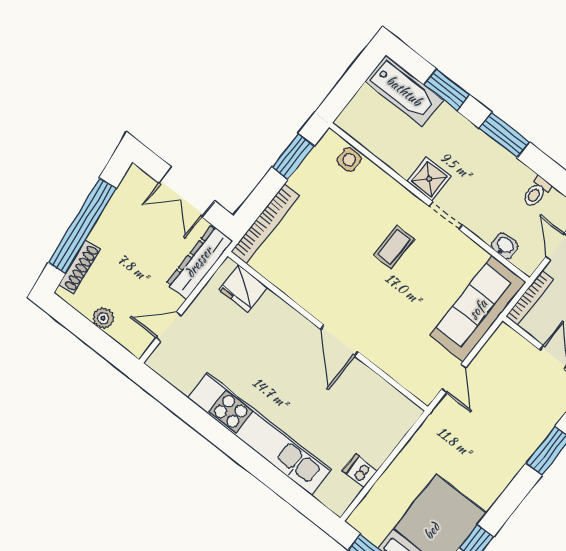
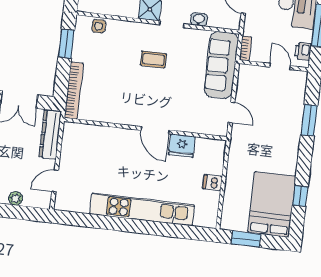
washbasin: (505, 246) -> (199, 19), moved
coffee table: (394, 247) -> (153, 60), turned 90
fridge: (243, 288) -> (182, 146), moved
bookcase: (530, 298) -> (246, 48), width x0.64
dishwasher: (360, 471) -> (212, 183), moved

